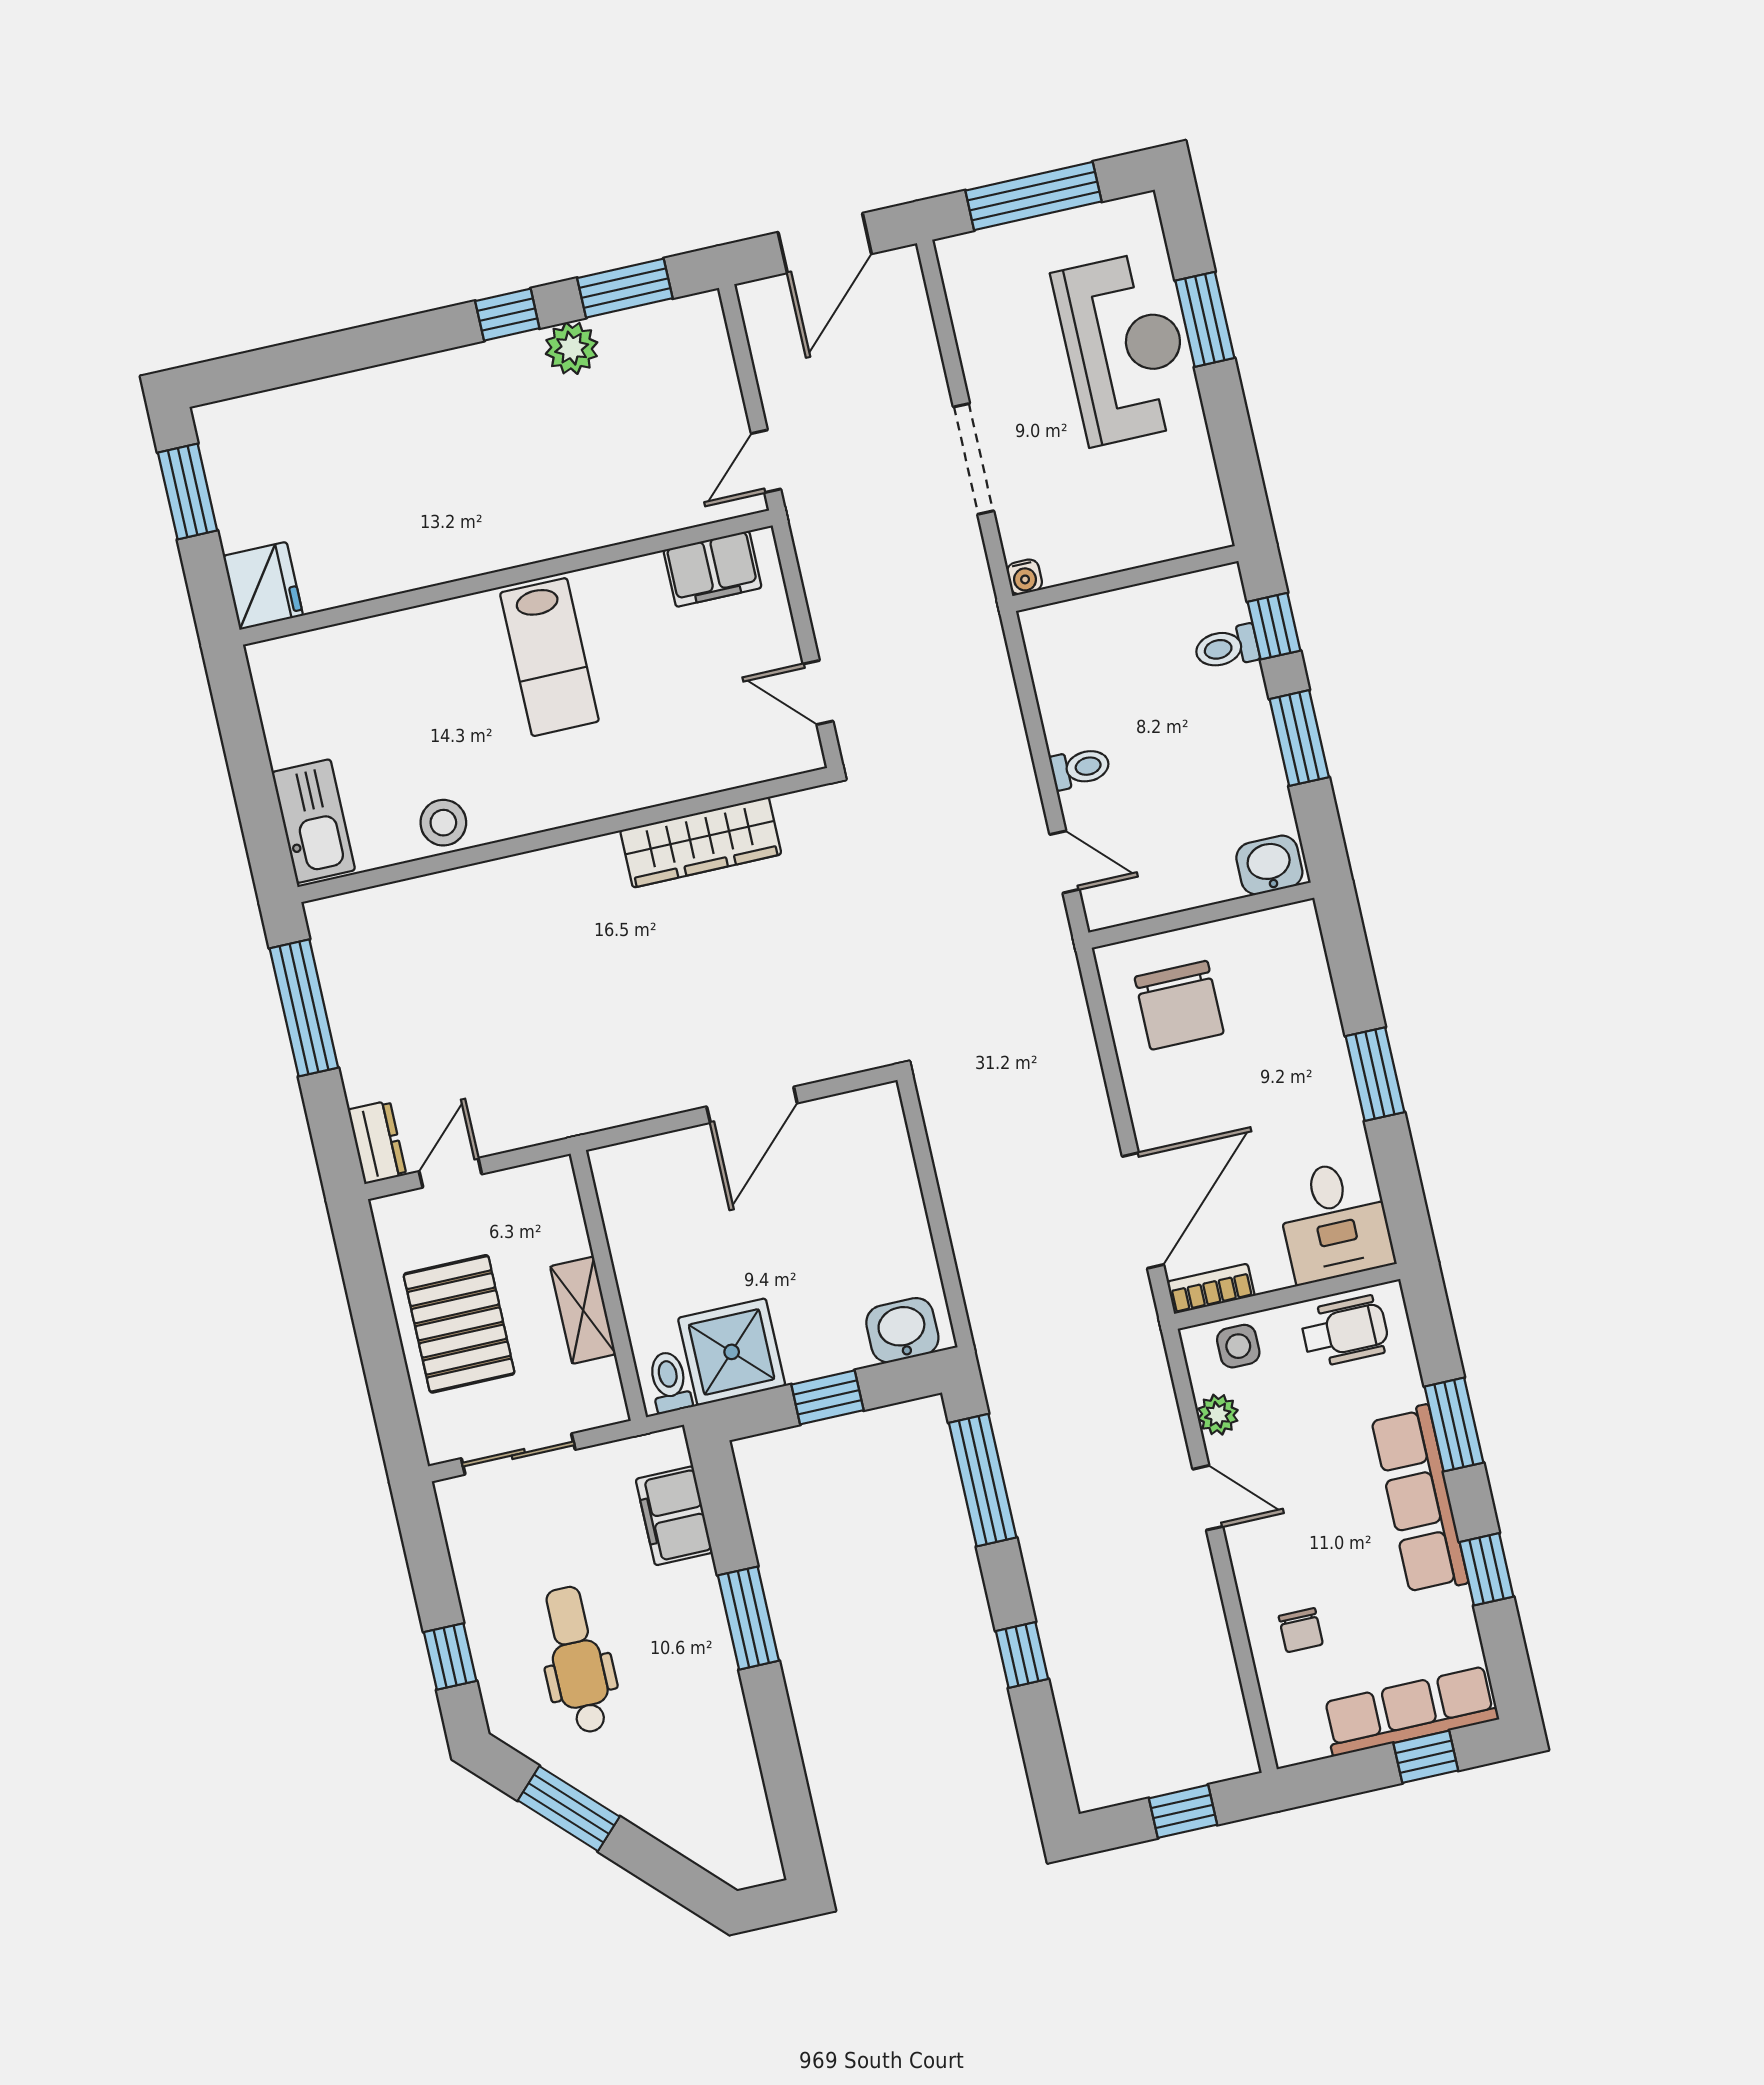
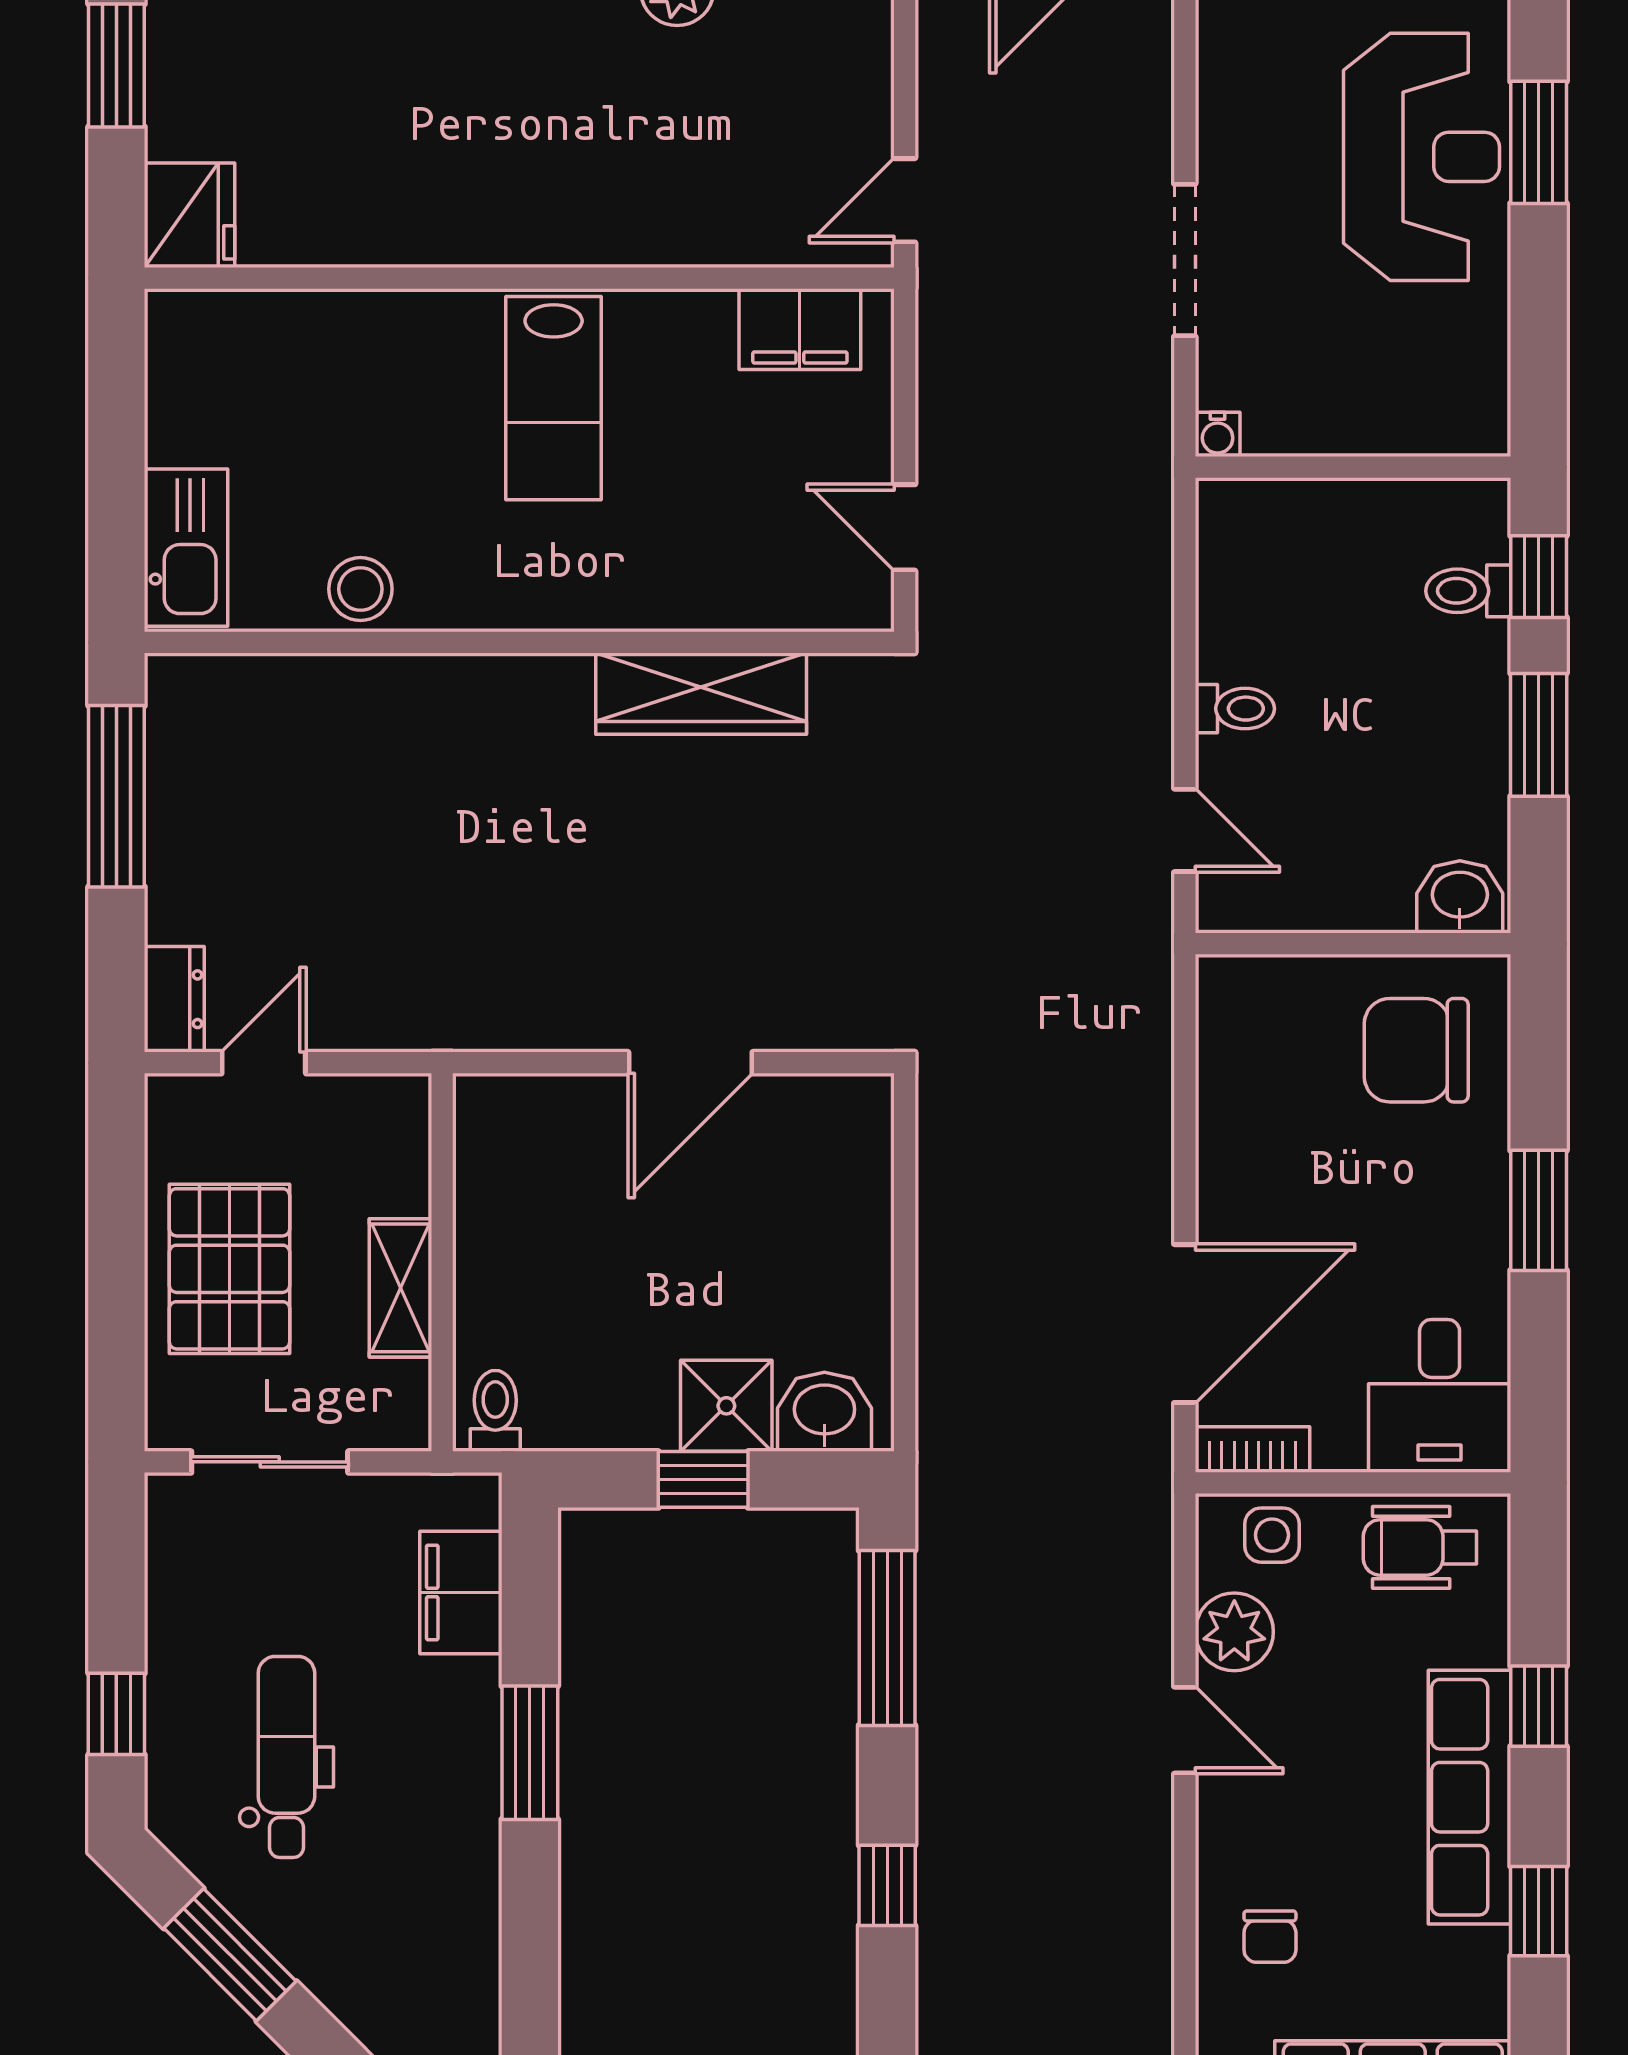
chair: (1179, 1005) -> (1416, 1050), moved, turned 90
wheelchair: (1345, 1331) -> (1420, 1547), turned 180
shower: (732, 1352) -> (726, 1406), moved, width x0.73, depth x0.73
plant: (1218, 1415) -> (1234, 1632), width x1.38, depth x1.38
window: (1454, 1425) -> (1539, 1706), width x0.67

